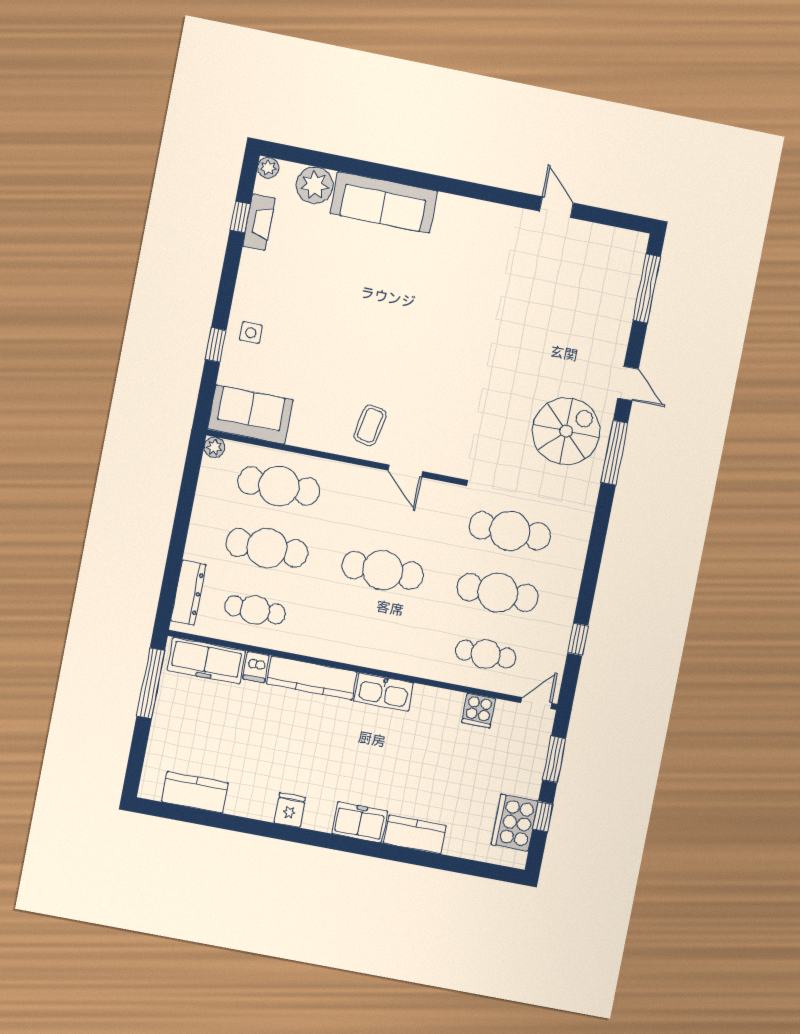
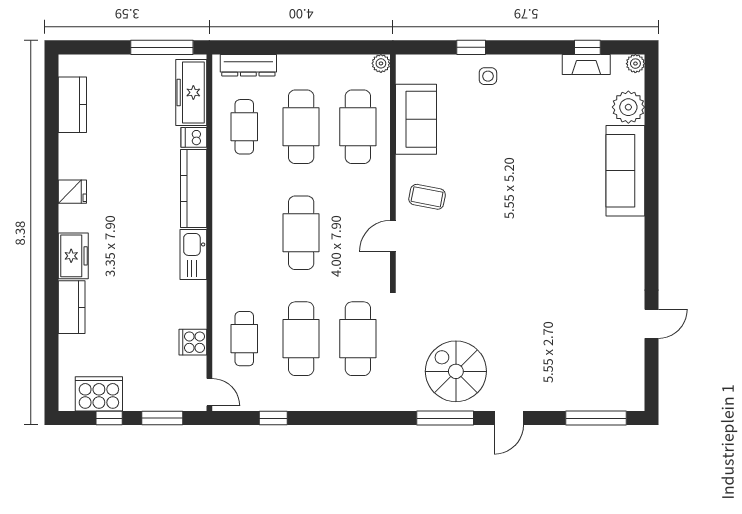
sofa: (250, 414) -> (416, 119), moved
spiral stairs: (566, 431) -> (456, 371), turned 180

